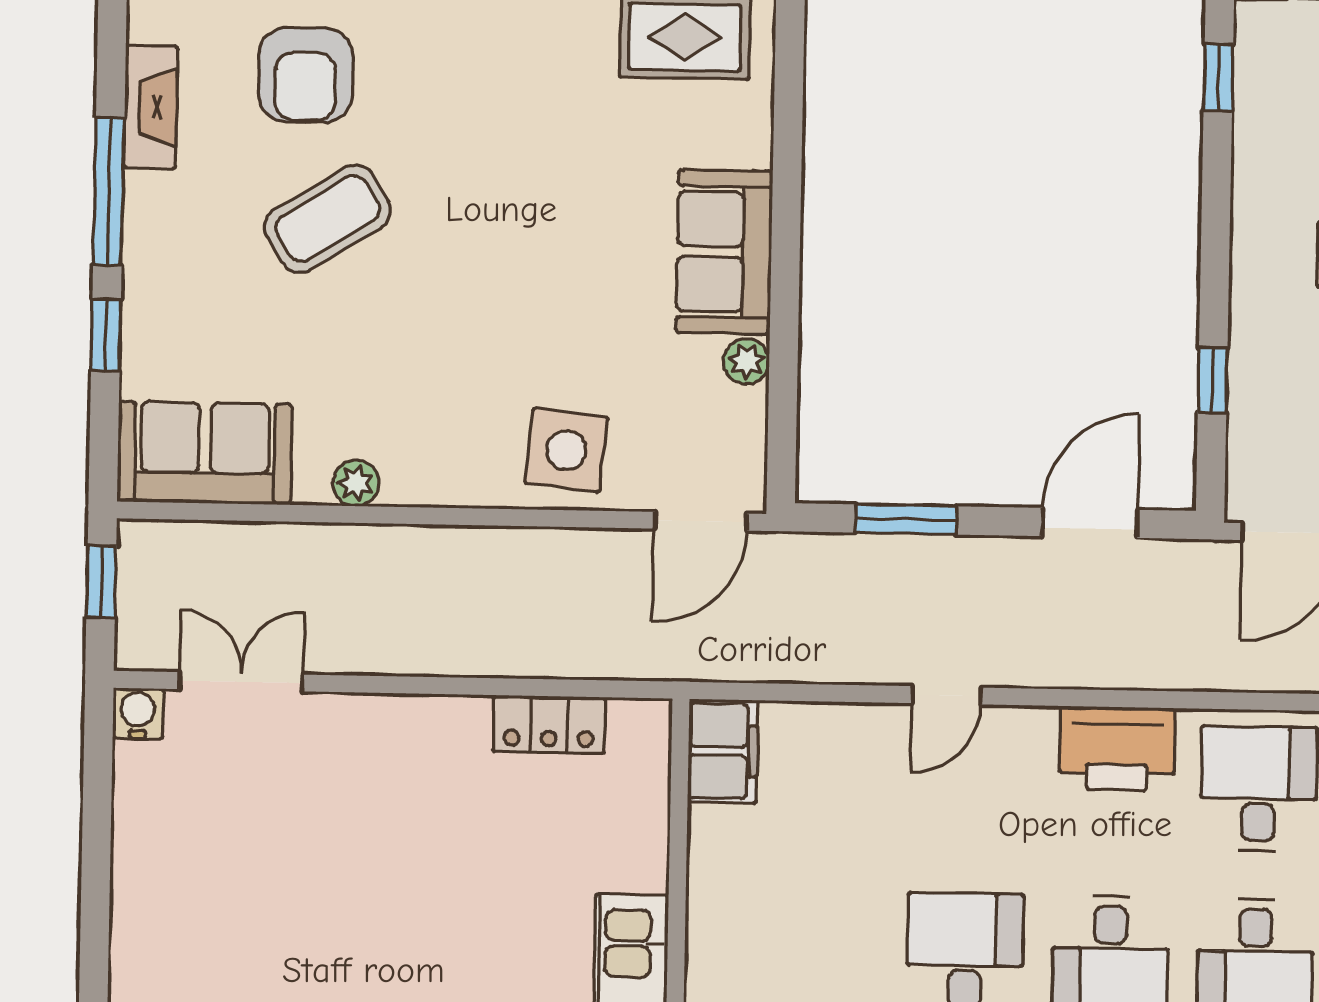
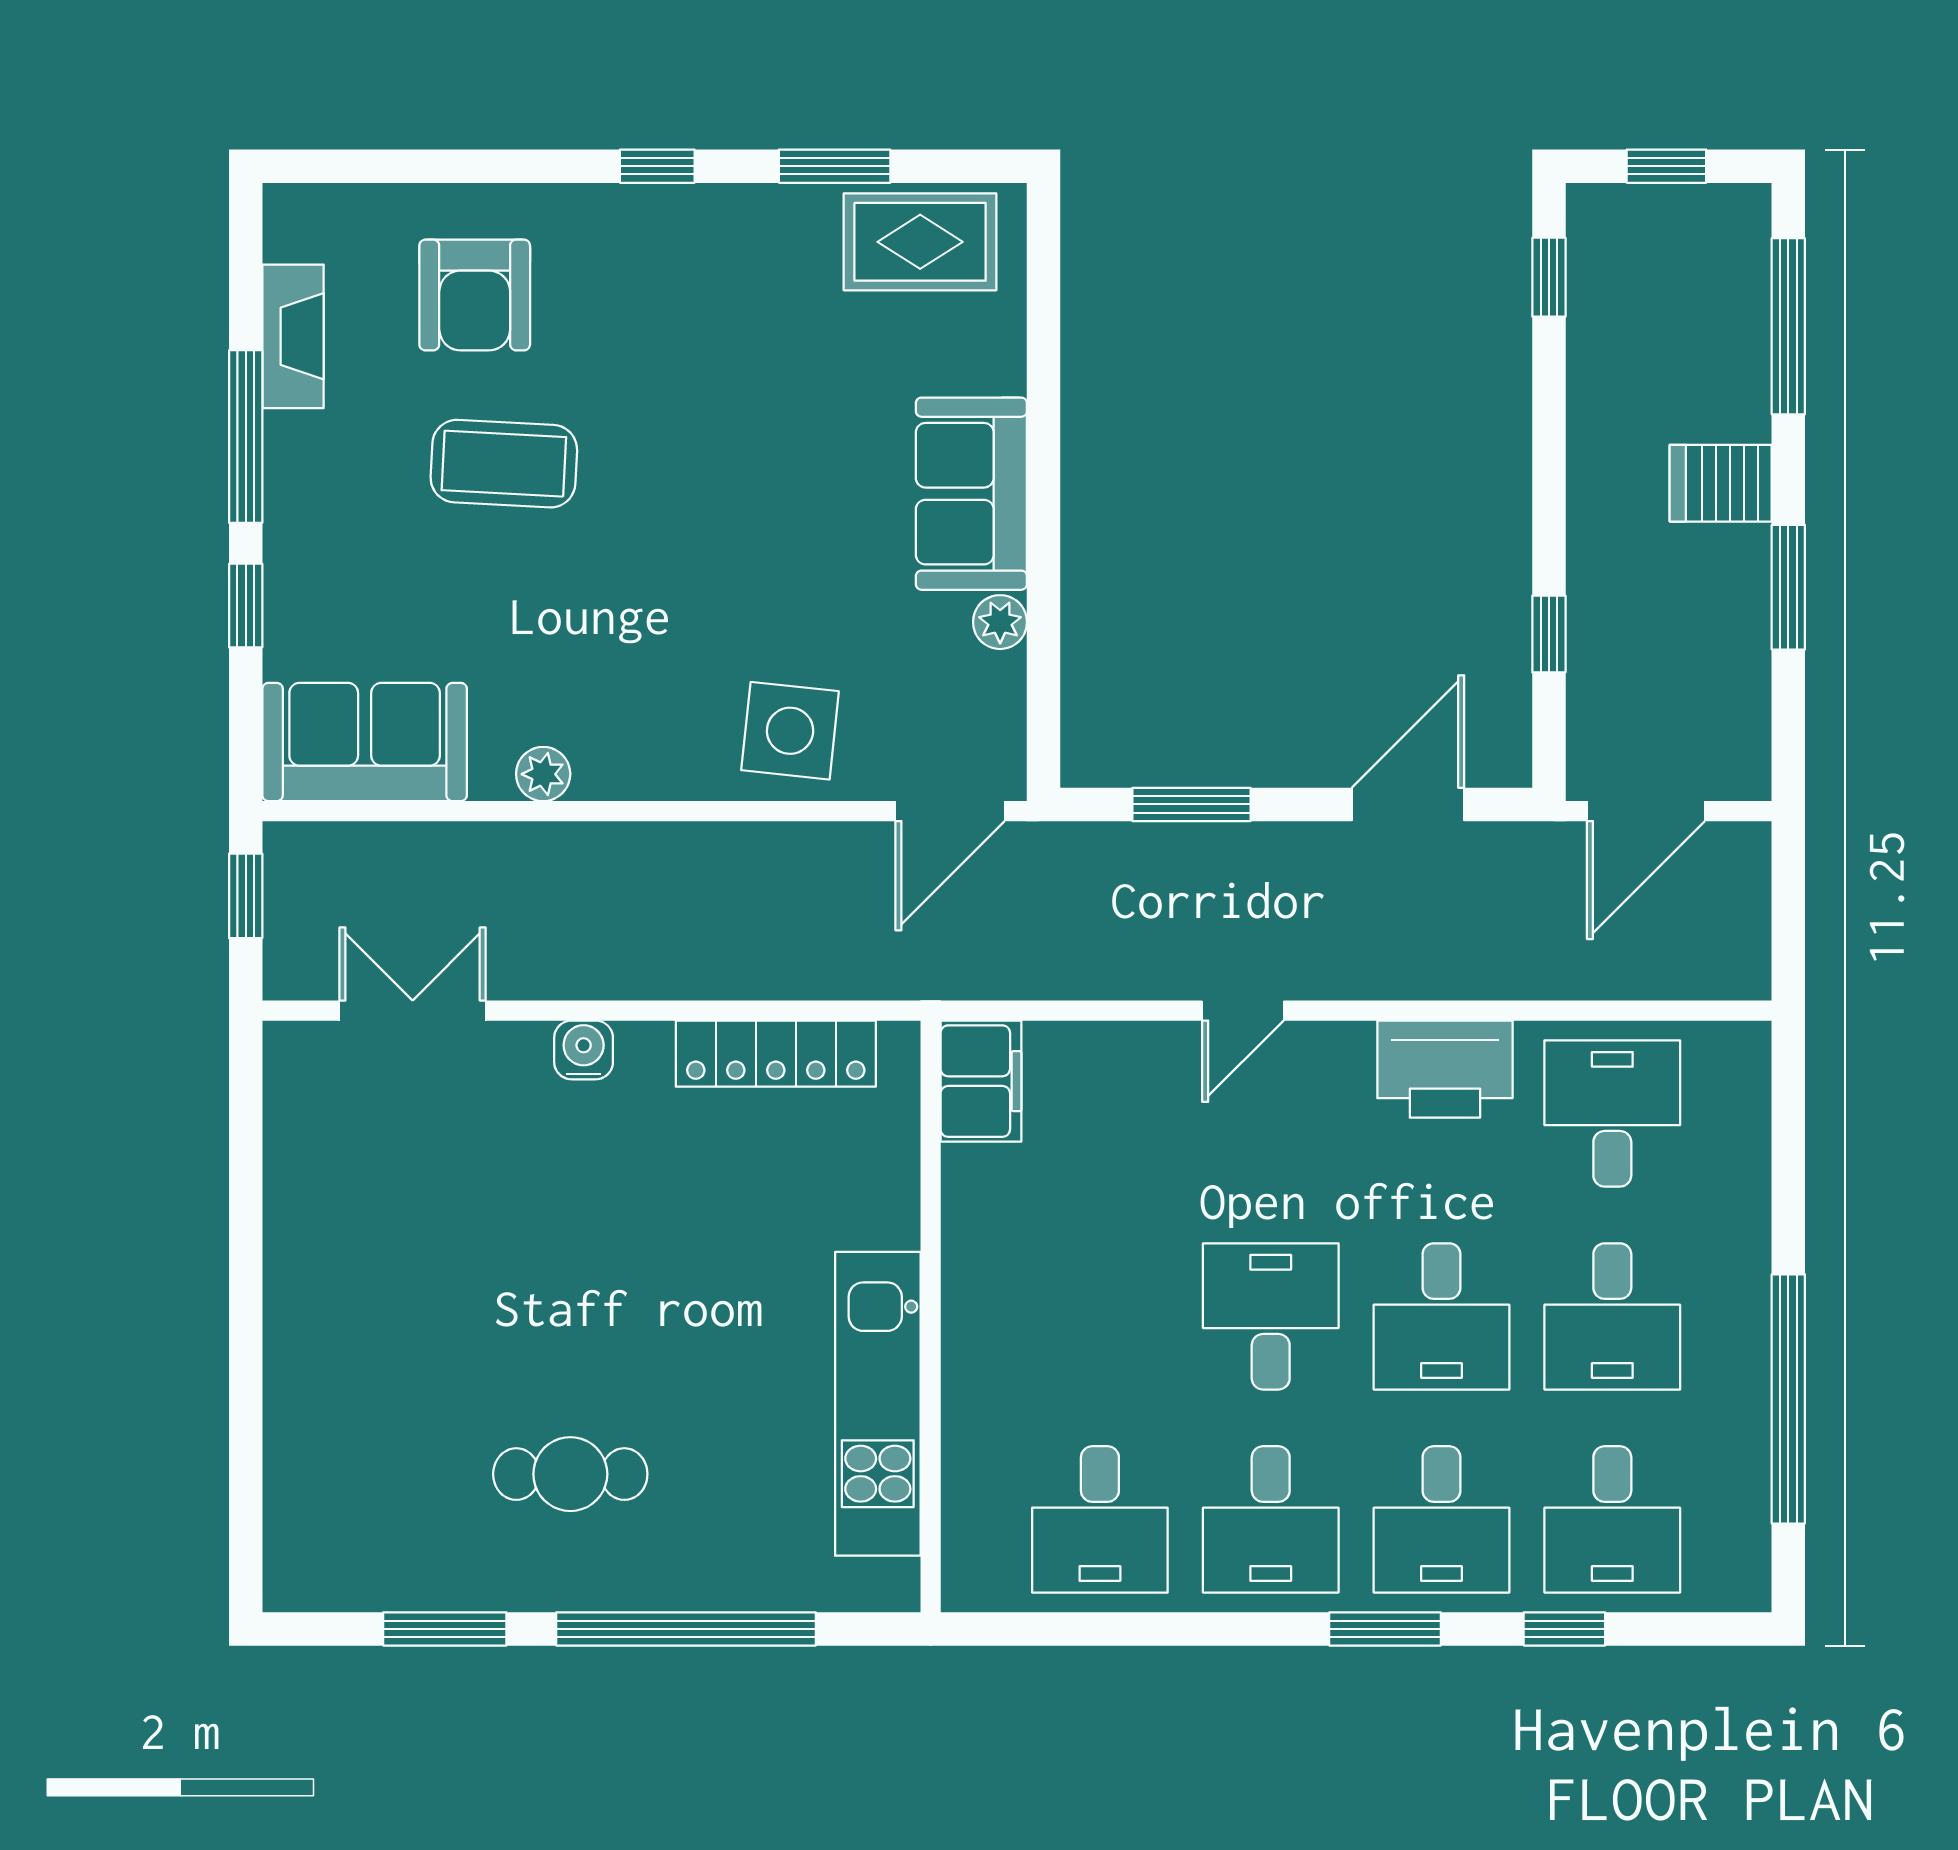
coffee table: (328, 219) -> (504, 464), turned 35
water cooler: (138, 713) -> (584, 1050), moved
locker: (549, 724) -> (776, 1054), width x1.53

